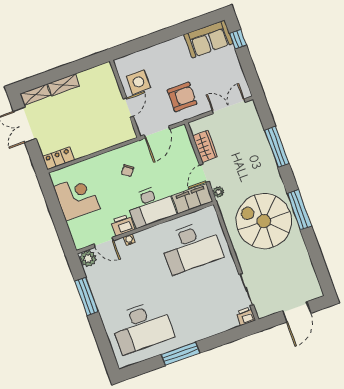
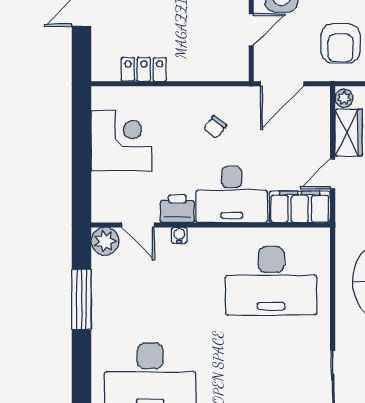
armchair: (182, 97) -> (341, 43), turned 90
locker: (58, 158) -> (144, 69), moved
plant: (218, 192) -> (344, 98), moved

